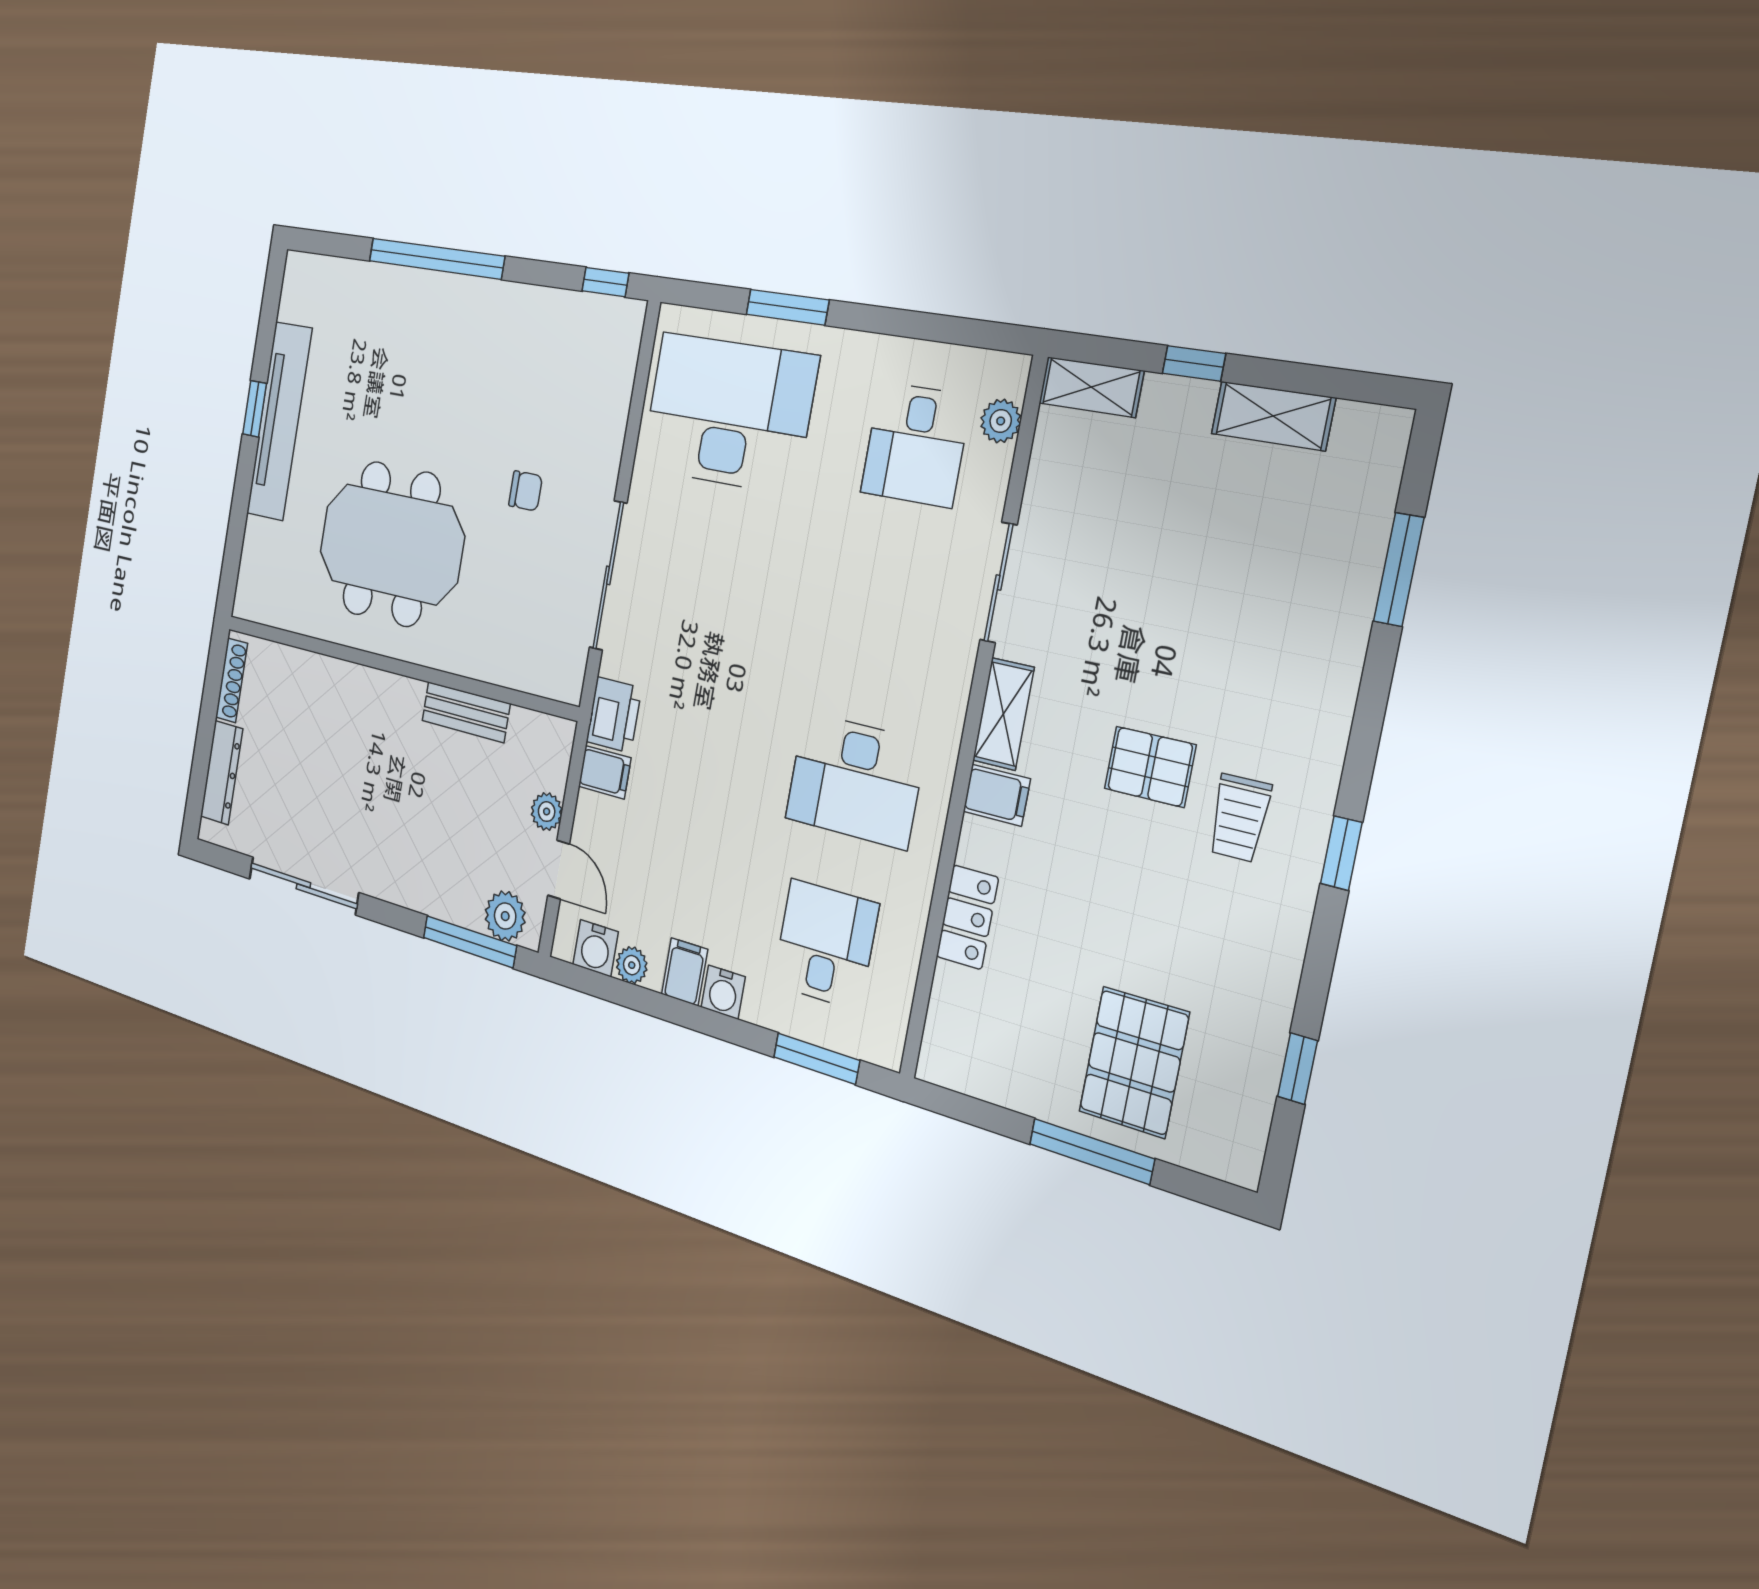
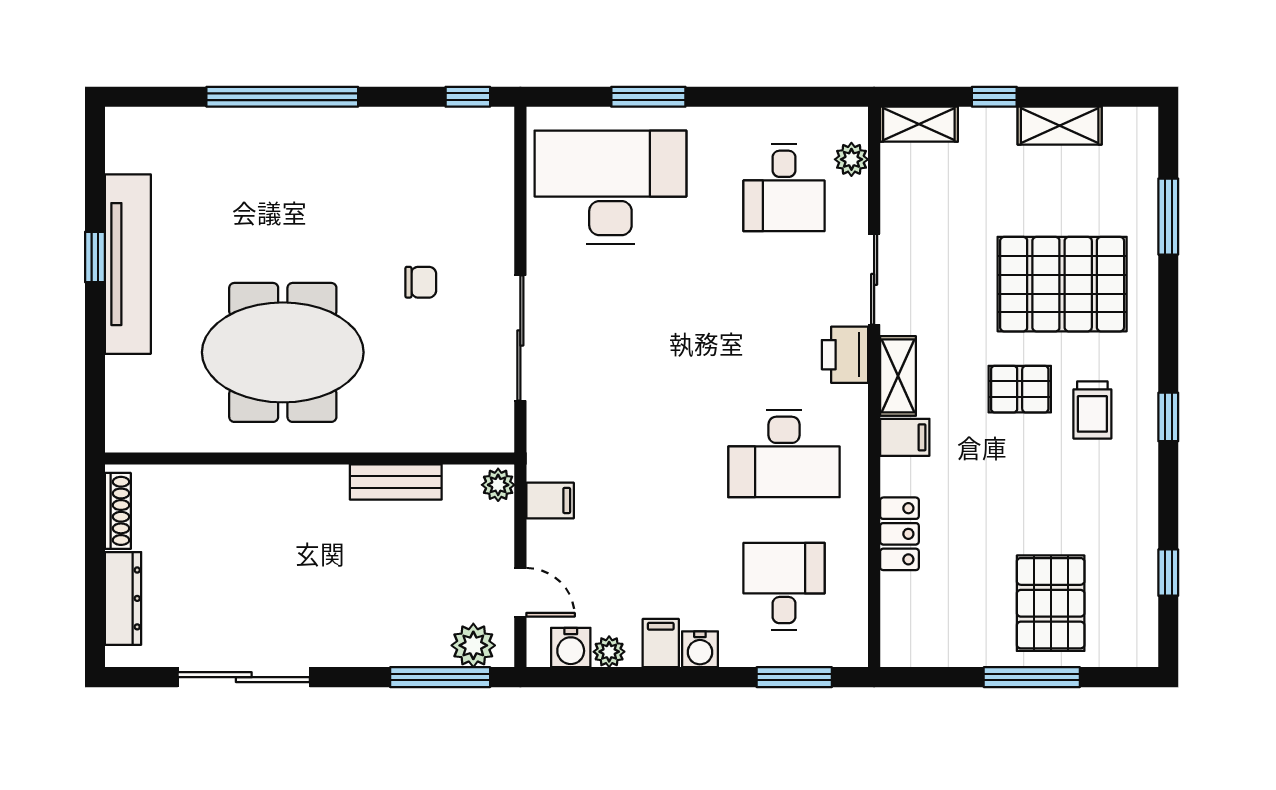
pallet: (1233, 636) -> (1062, 284), added
printer: (614, 715) -> (845, 355), moved, turned 180
plant: (547, 812) -> (498, 485), moved

